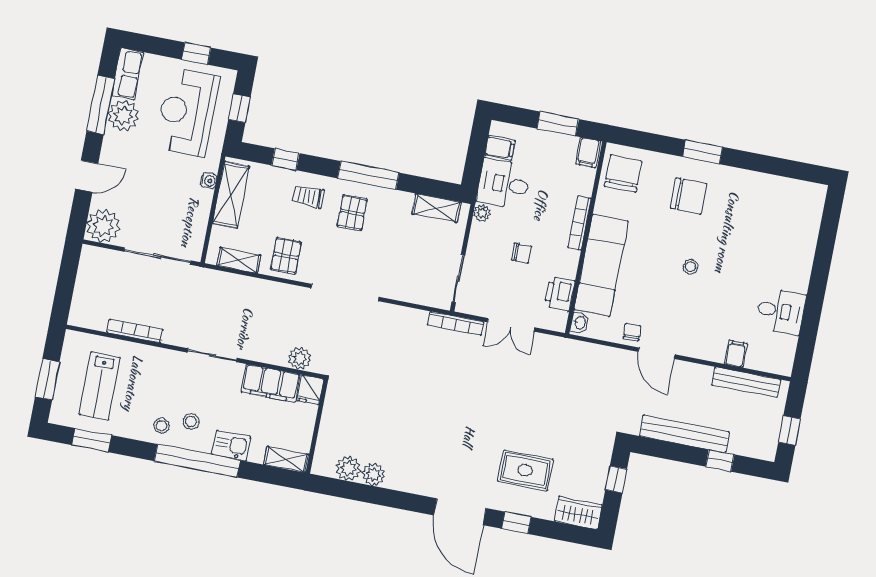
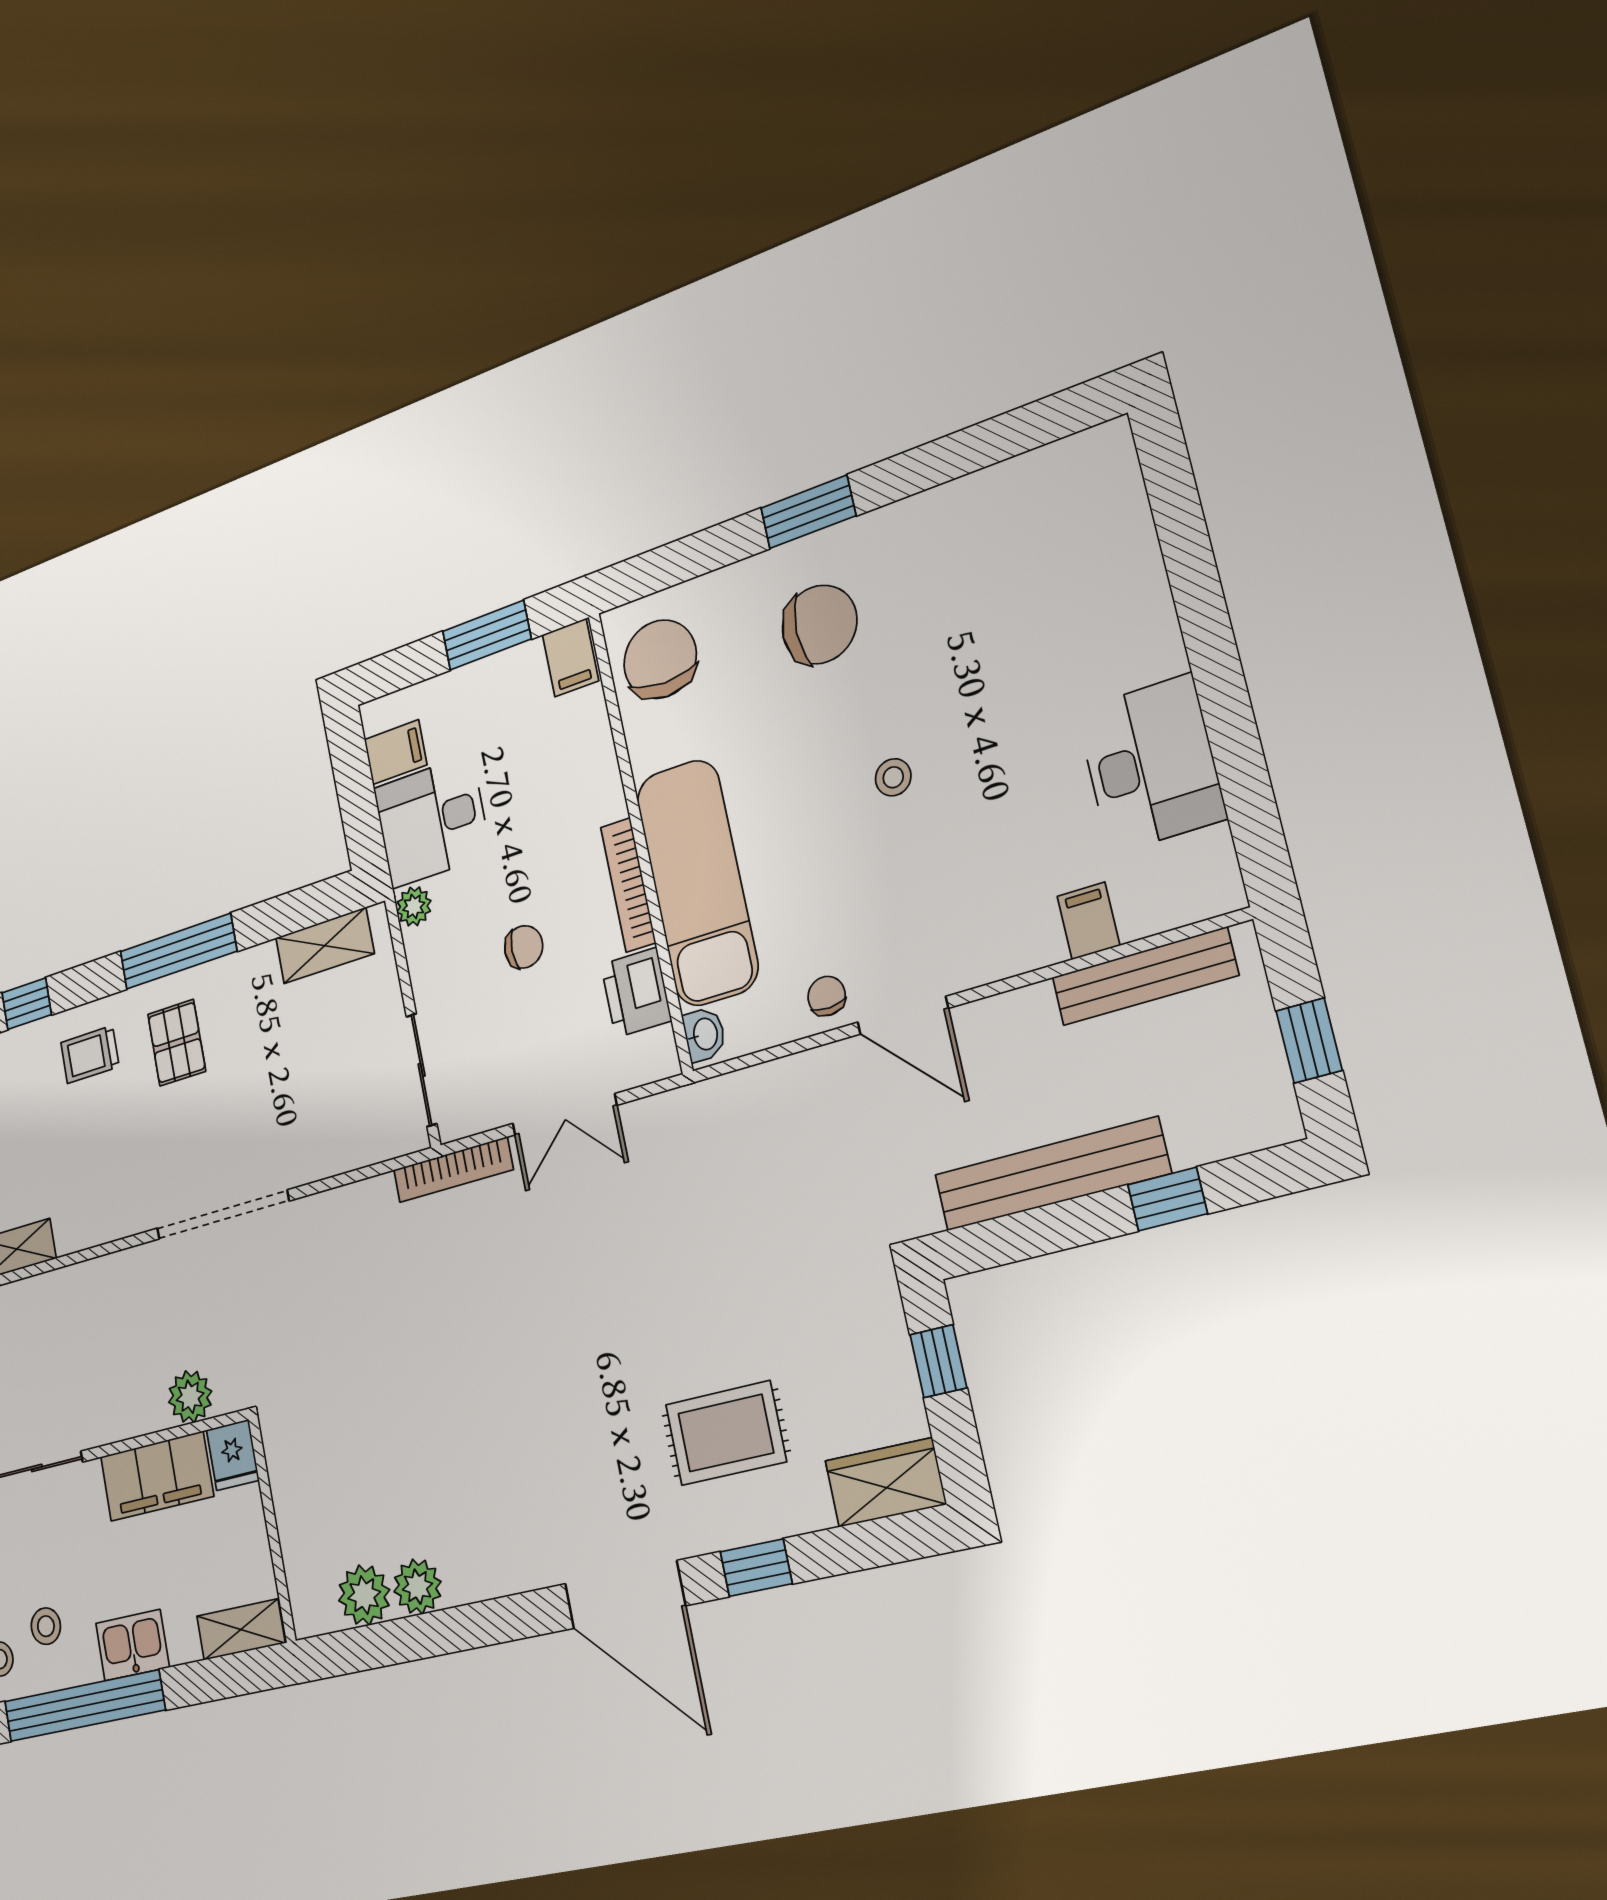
bookcase: (579, 223) -> (628, 885), moved
pallet: (286, 256) -> (93, 1196), removed
desk: (781, 311) -> (1151, 764), width x1.37

